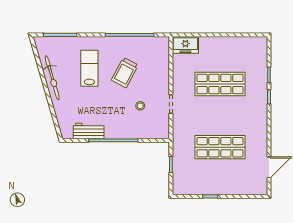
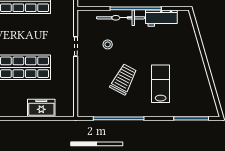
freezer: (185, 45) -> (41, 108), moved
lab bench: (89, 68) -> (161, 84), turned 180
bicycle: (52, 78) -> (121, 18), moved, turned -74

